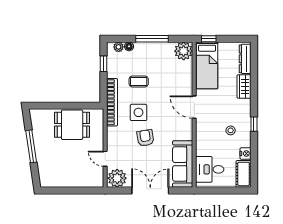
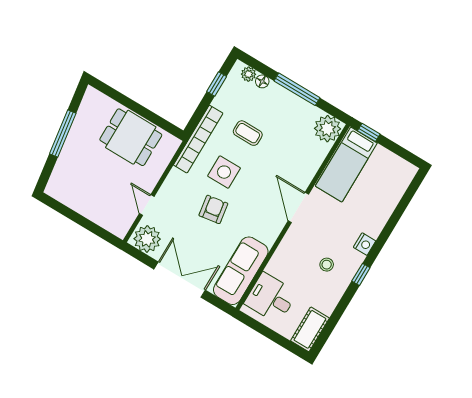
dresser: (245, 59) -> (399, 185), removed
wardrobe: (244, 86) -> (377, 219), removed
nightstand: (245, 154) -> (365, 244), moved

